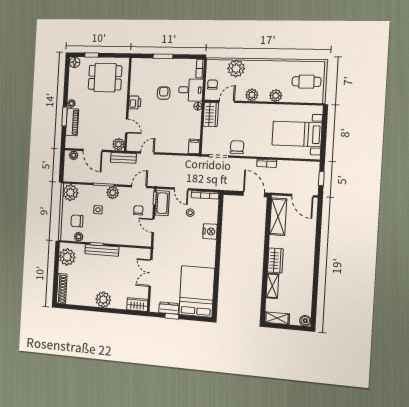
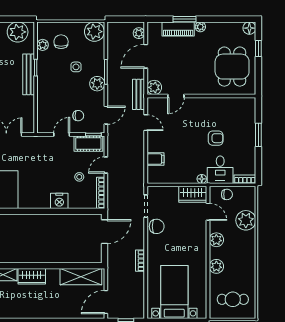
cafe table: (307, 82) -> (233, 299), turned 90
printer: (135, 102) -> (204, 104), removed
filing cabinet: (194, 146) -> (155, 159), moved
door: (139, 187) -> (106, 115), hinge flipped
door: (254, 194) -> (105, 232), moved

